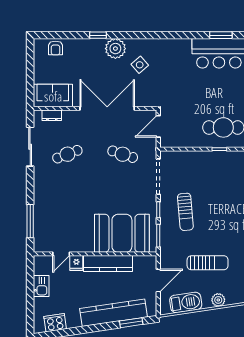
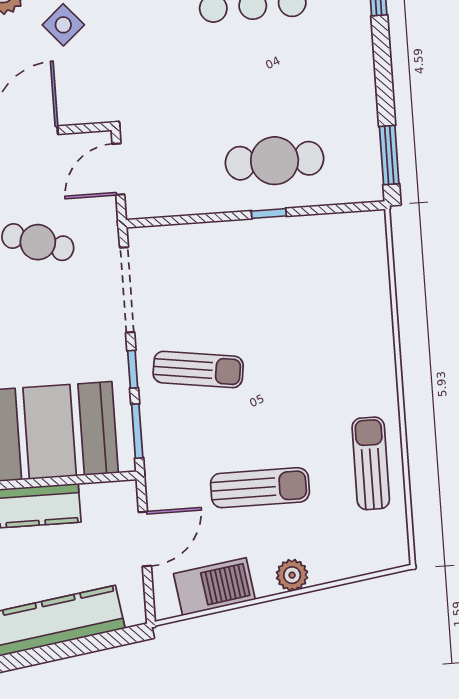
sun lounger: (185, 212) -> (198, 369), turned -77
window: (131, 323) -> (87, 645), removed

